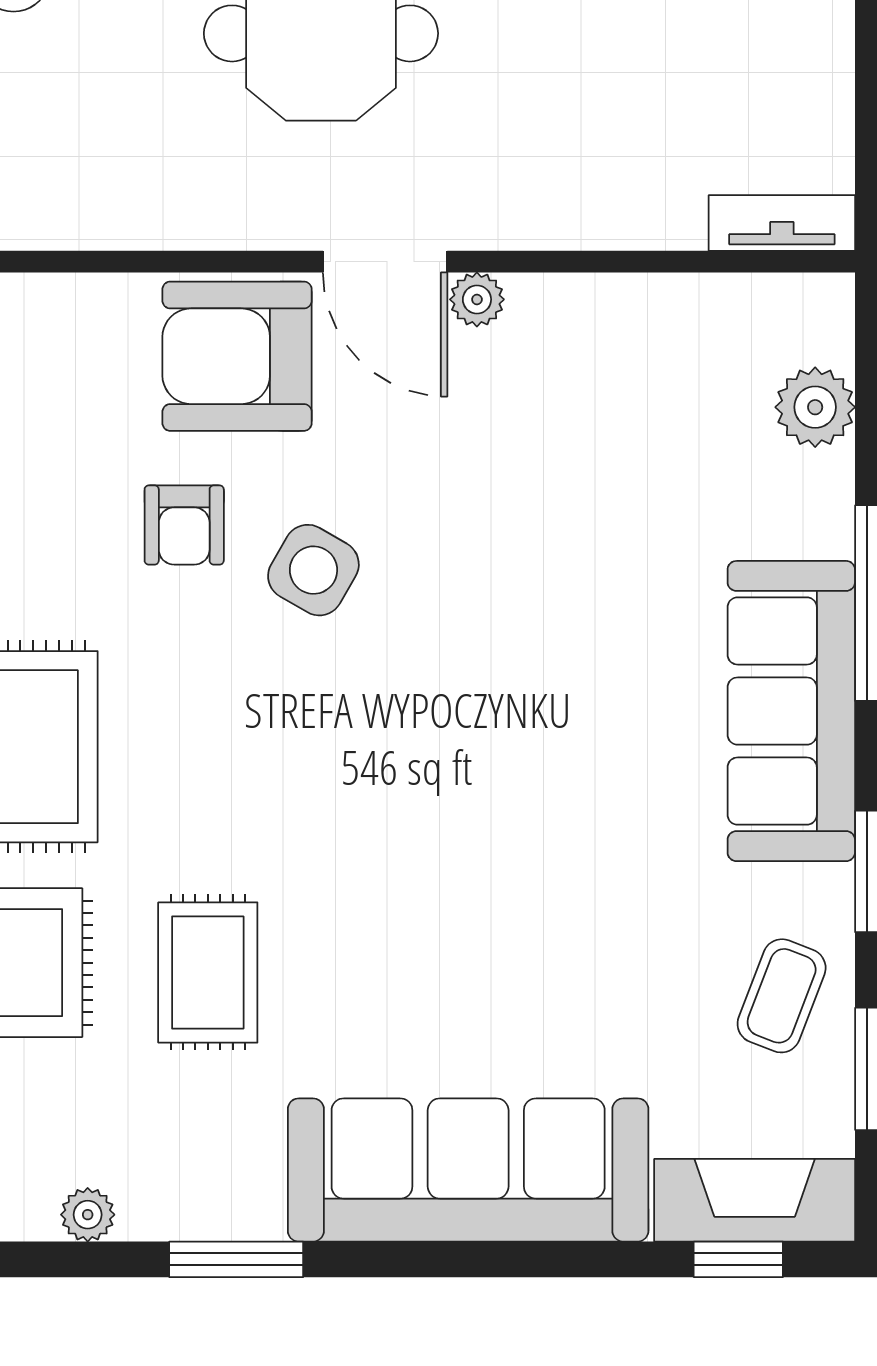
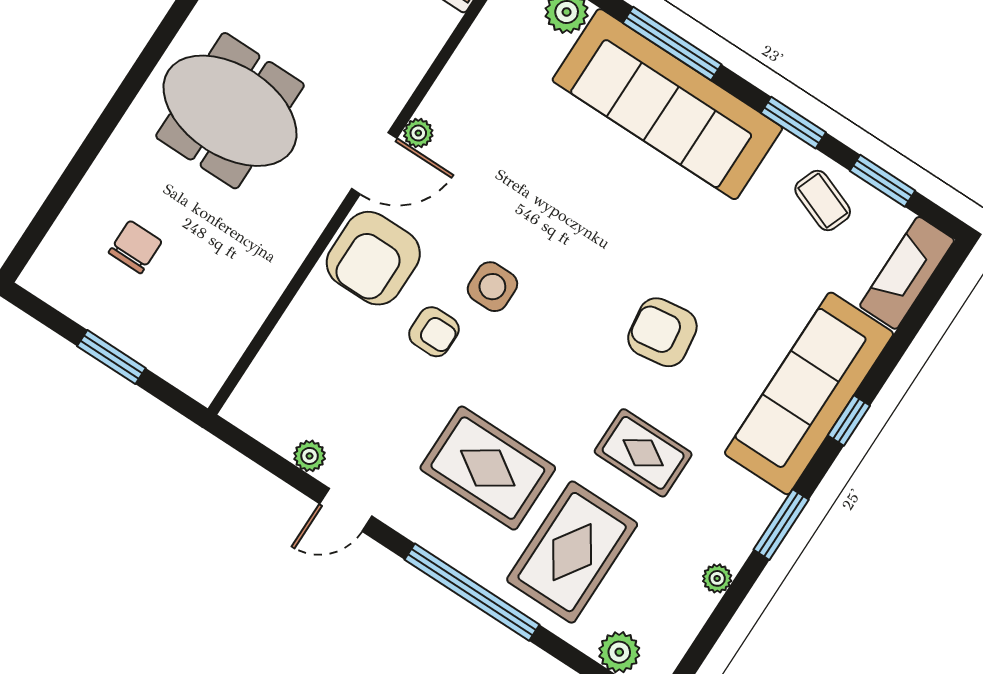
side table: (313, 570) -> (492, 287), turned -30
sofa: (791, 711) -> (667, 104), width x1.36, depth x1.27
armchair: (415, 880) -> (662, 332), added
window: (738, 1259) -> (849, 421), moved

